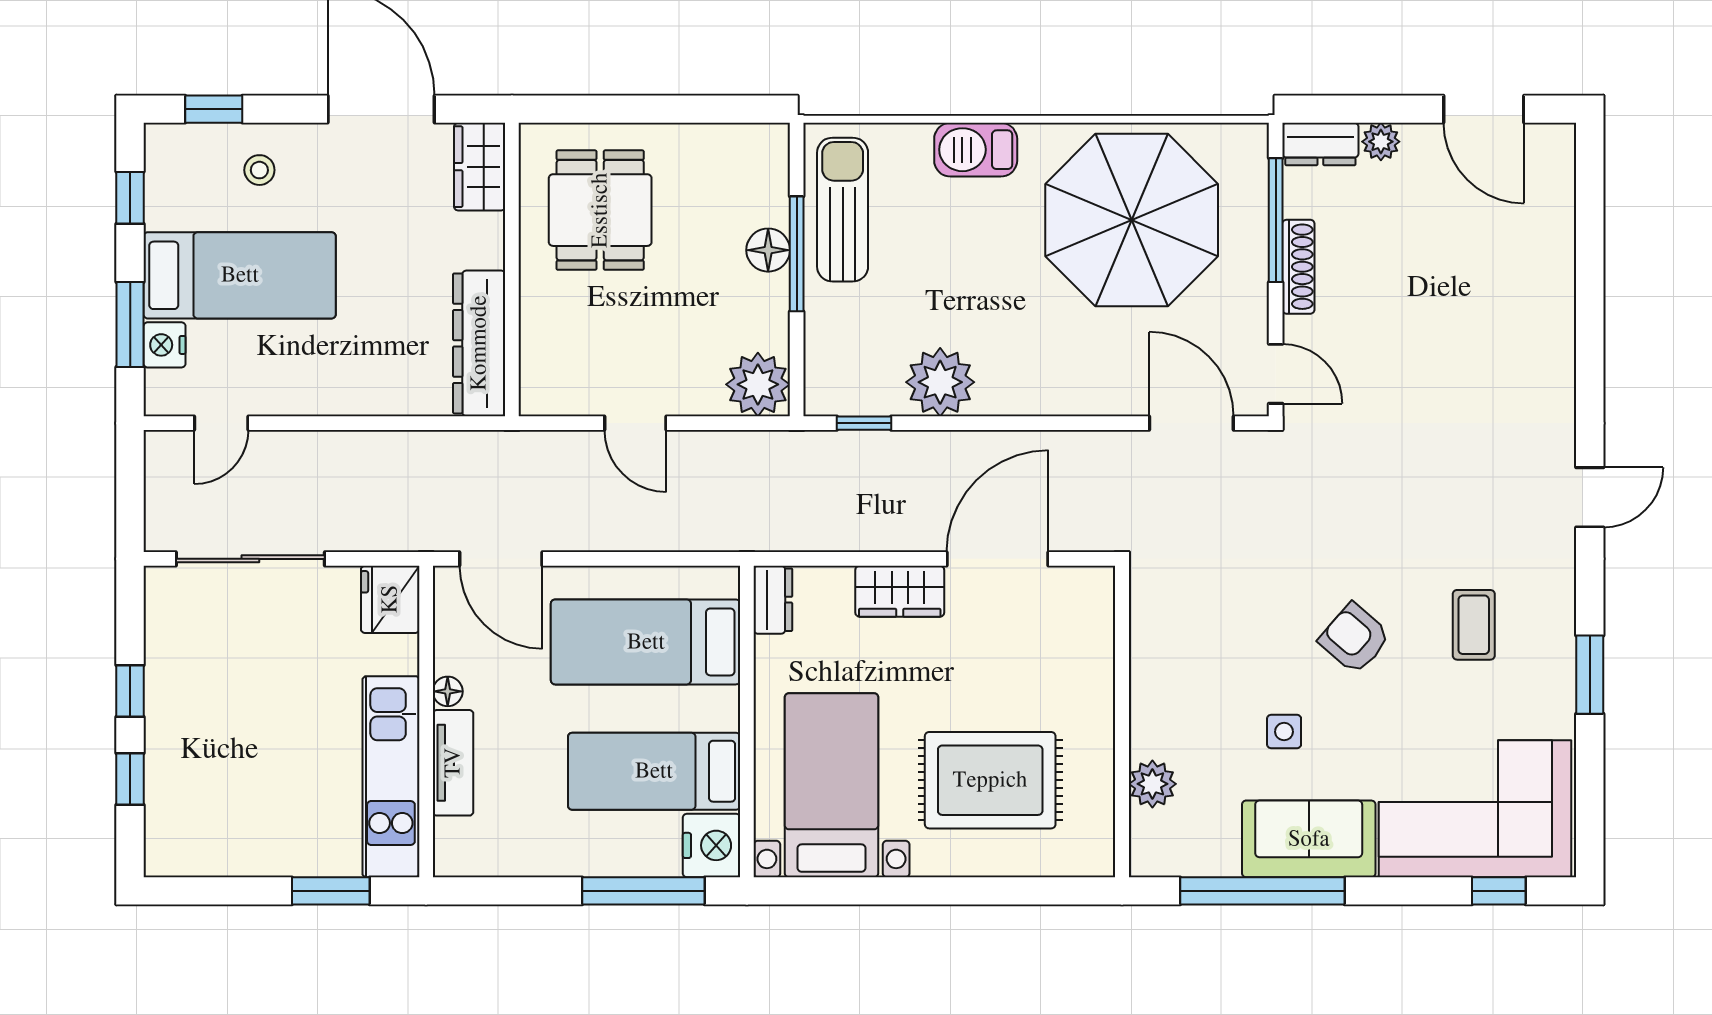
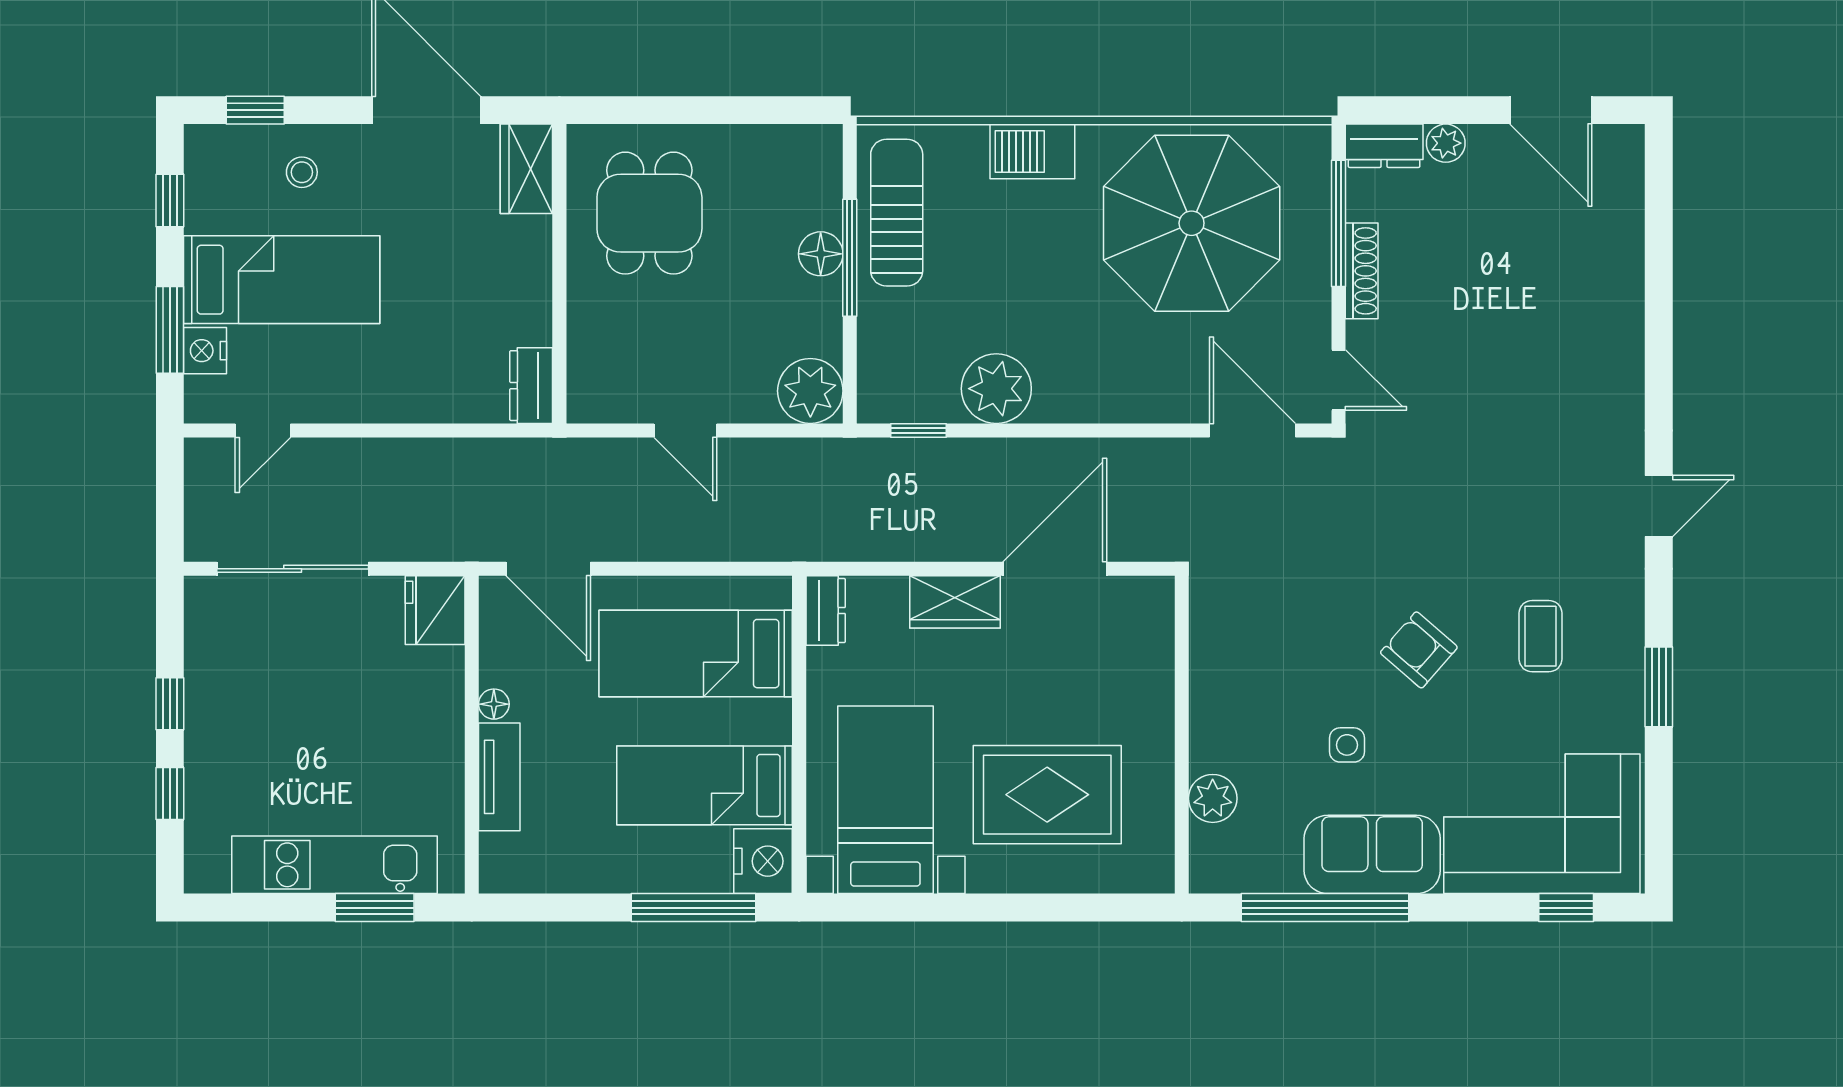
dresser: (479, 343) -> (531, 386), width x0.51, depth x0.80
kitchen unit: (391, 777) -> (334, 865), moved, turned 90

